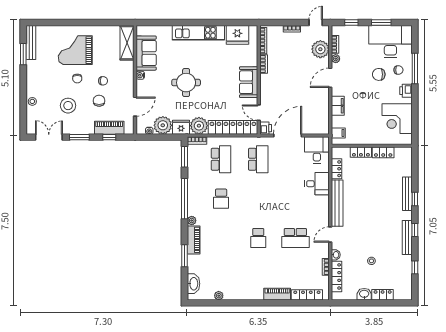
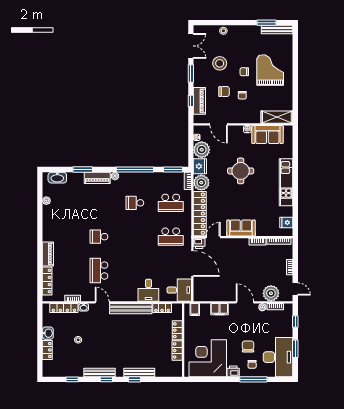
fridge: (237, 35) -> (286, 223), width x0.53, depth x0.75
corner desk: (397, 119) -> (208, 358), width x1.36, depth x1.36

